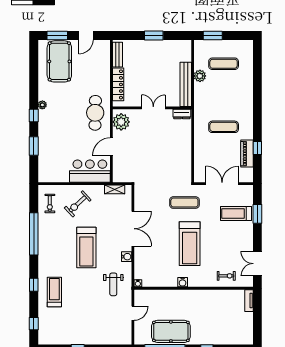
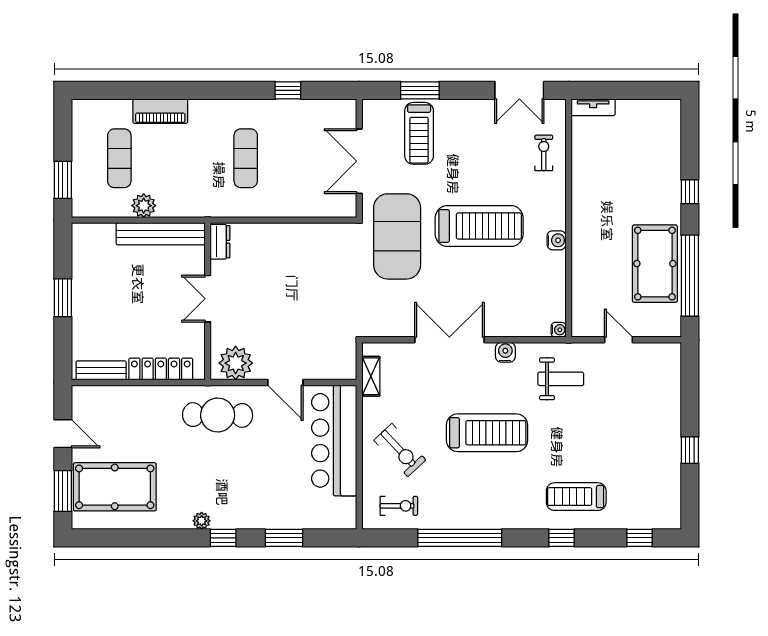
piano: (247, 154) -> (160, 111), moved
bar counter: (90, 171) -> (334, 440), width x1.36
exercise mat: (184, 203) -> (397, 236), width x2.00, depth x1.45

